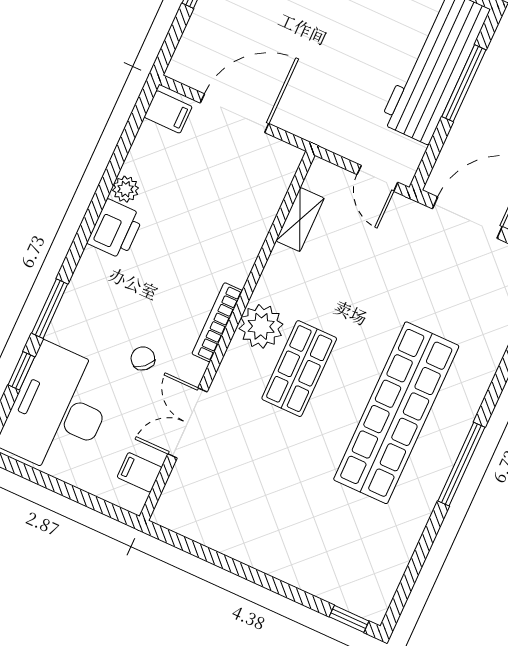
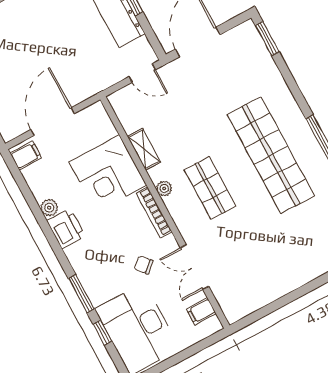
shelving: (300, 220) -> (144, 149), moved
corner desk: (222, 229) -> (108, 174), added
plant: (261, 326) -> (164, 189), width x0.53, depth x0.53

